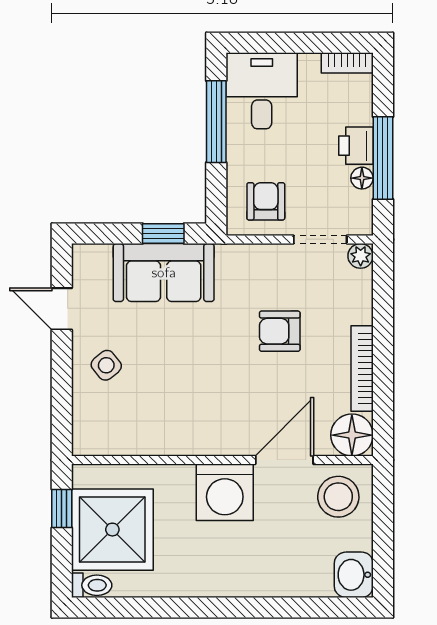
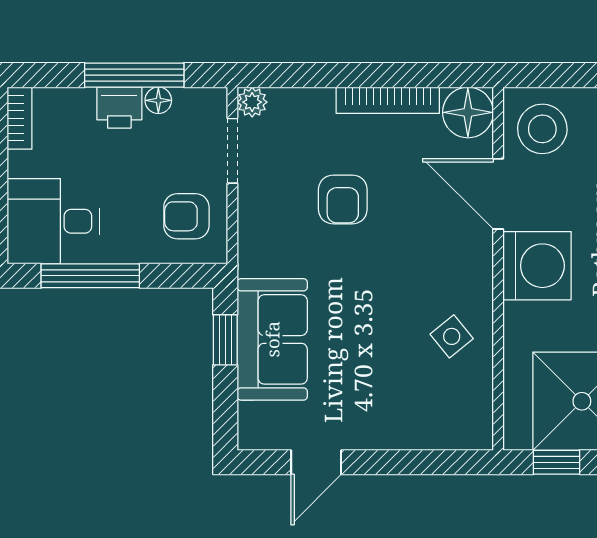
side table: (106, 365) -> (452, 336), moved

